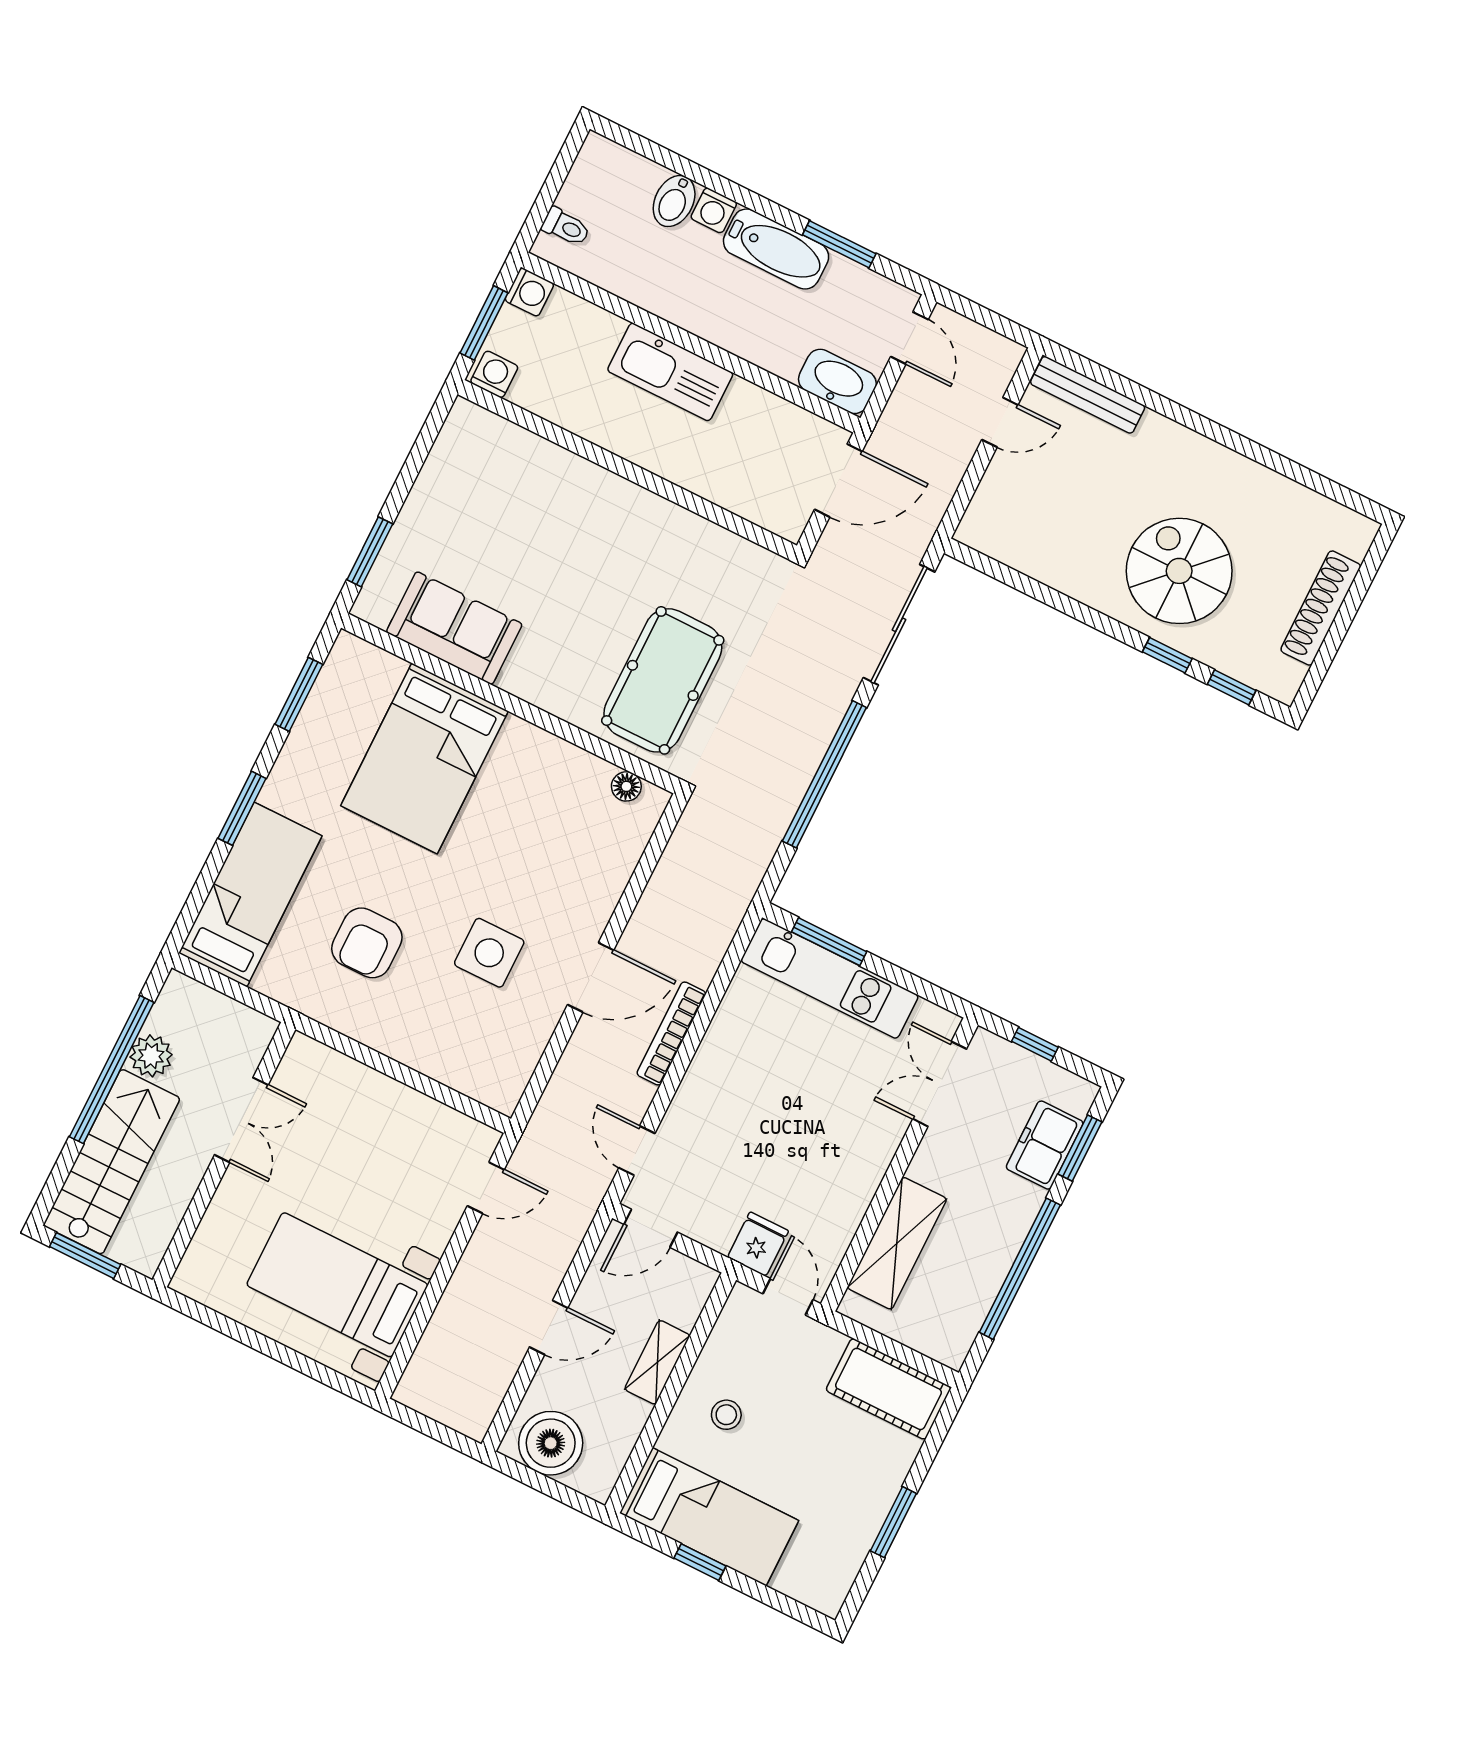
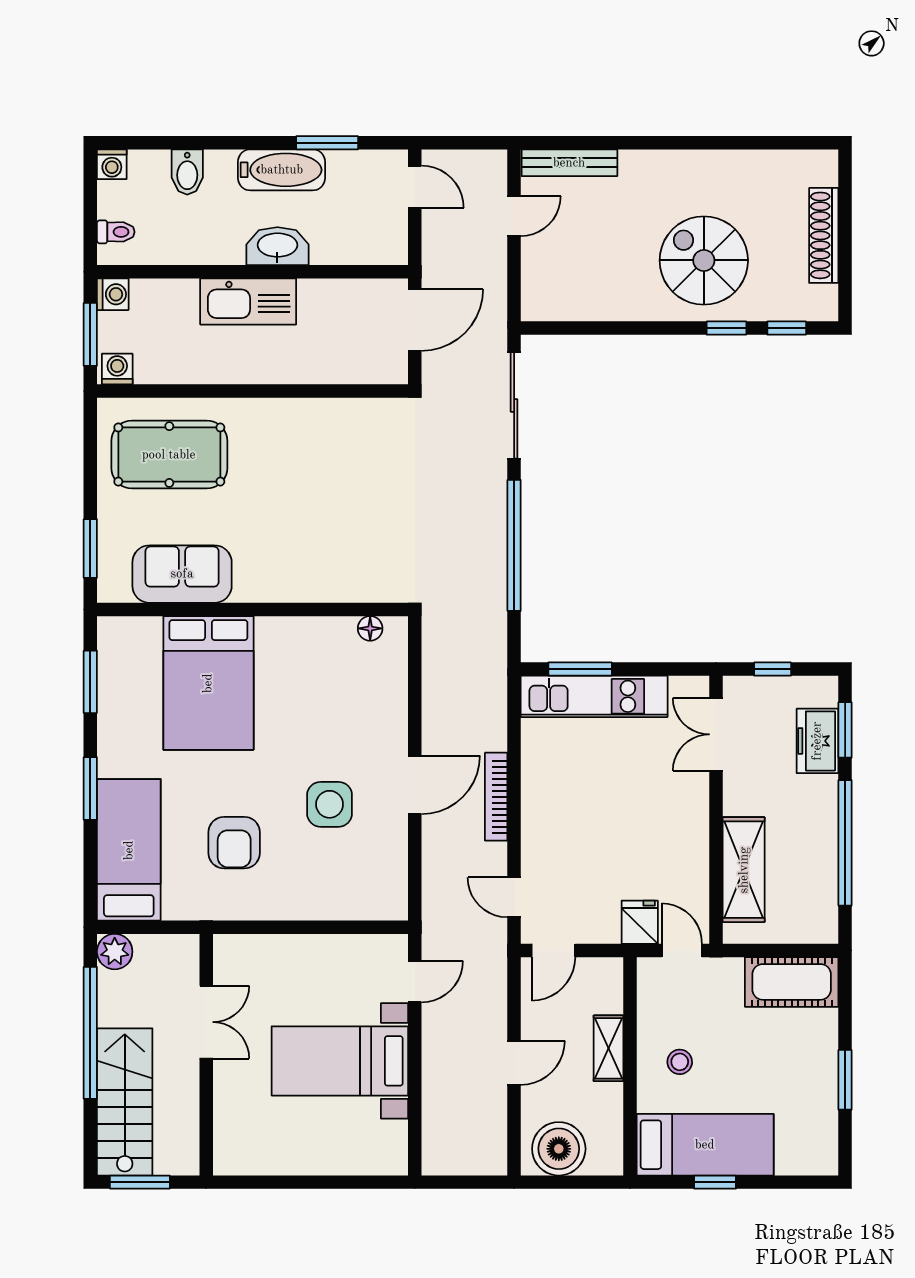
washing machine: (714, 210) -> (112, 164), moved
washbasin: (837, 381) -> (277, 246), moved
pool table: (663, 680) -> (169, 455), moved, turned 90
plant: (151, 1056) -> (115, 952), moved
bed with nightstands: (337, 1285) -> (340, 1061), moved

